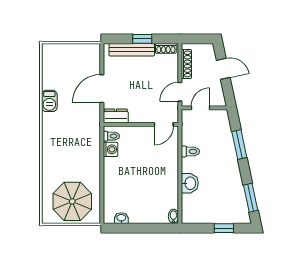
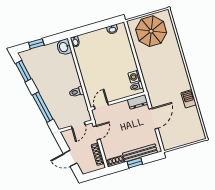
window: (239, 144) -> (43, 107), width x1.44
washbasin: (190, 183) -> (64, 47), moved

